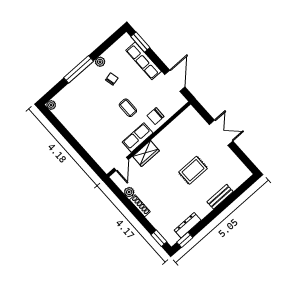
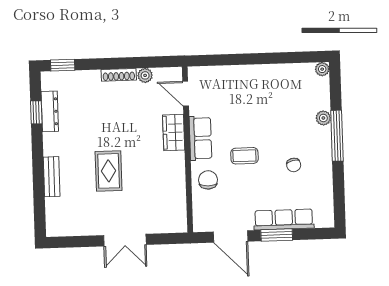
window: (140, 42) -> (277, 235), moved
plant: (100, 62) -> (323, 118), moved
window: (185, 240) -> (36, 112), moved

